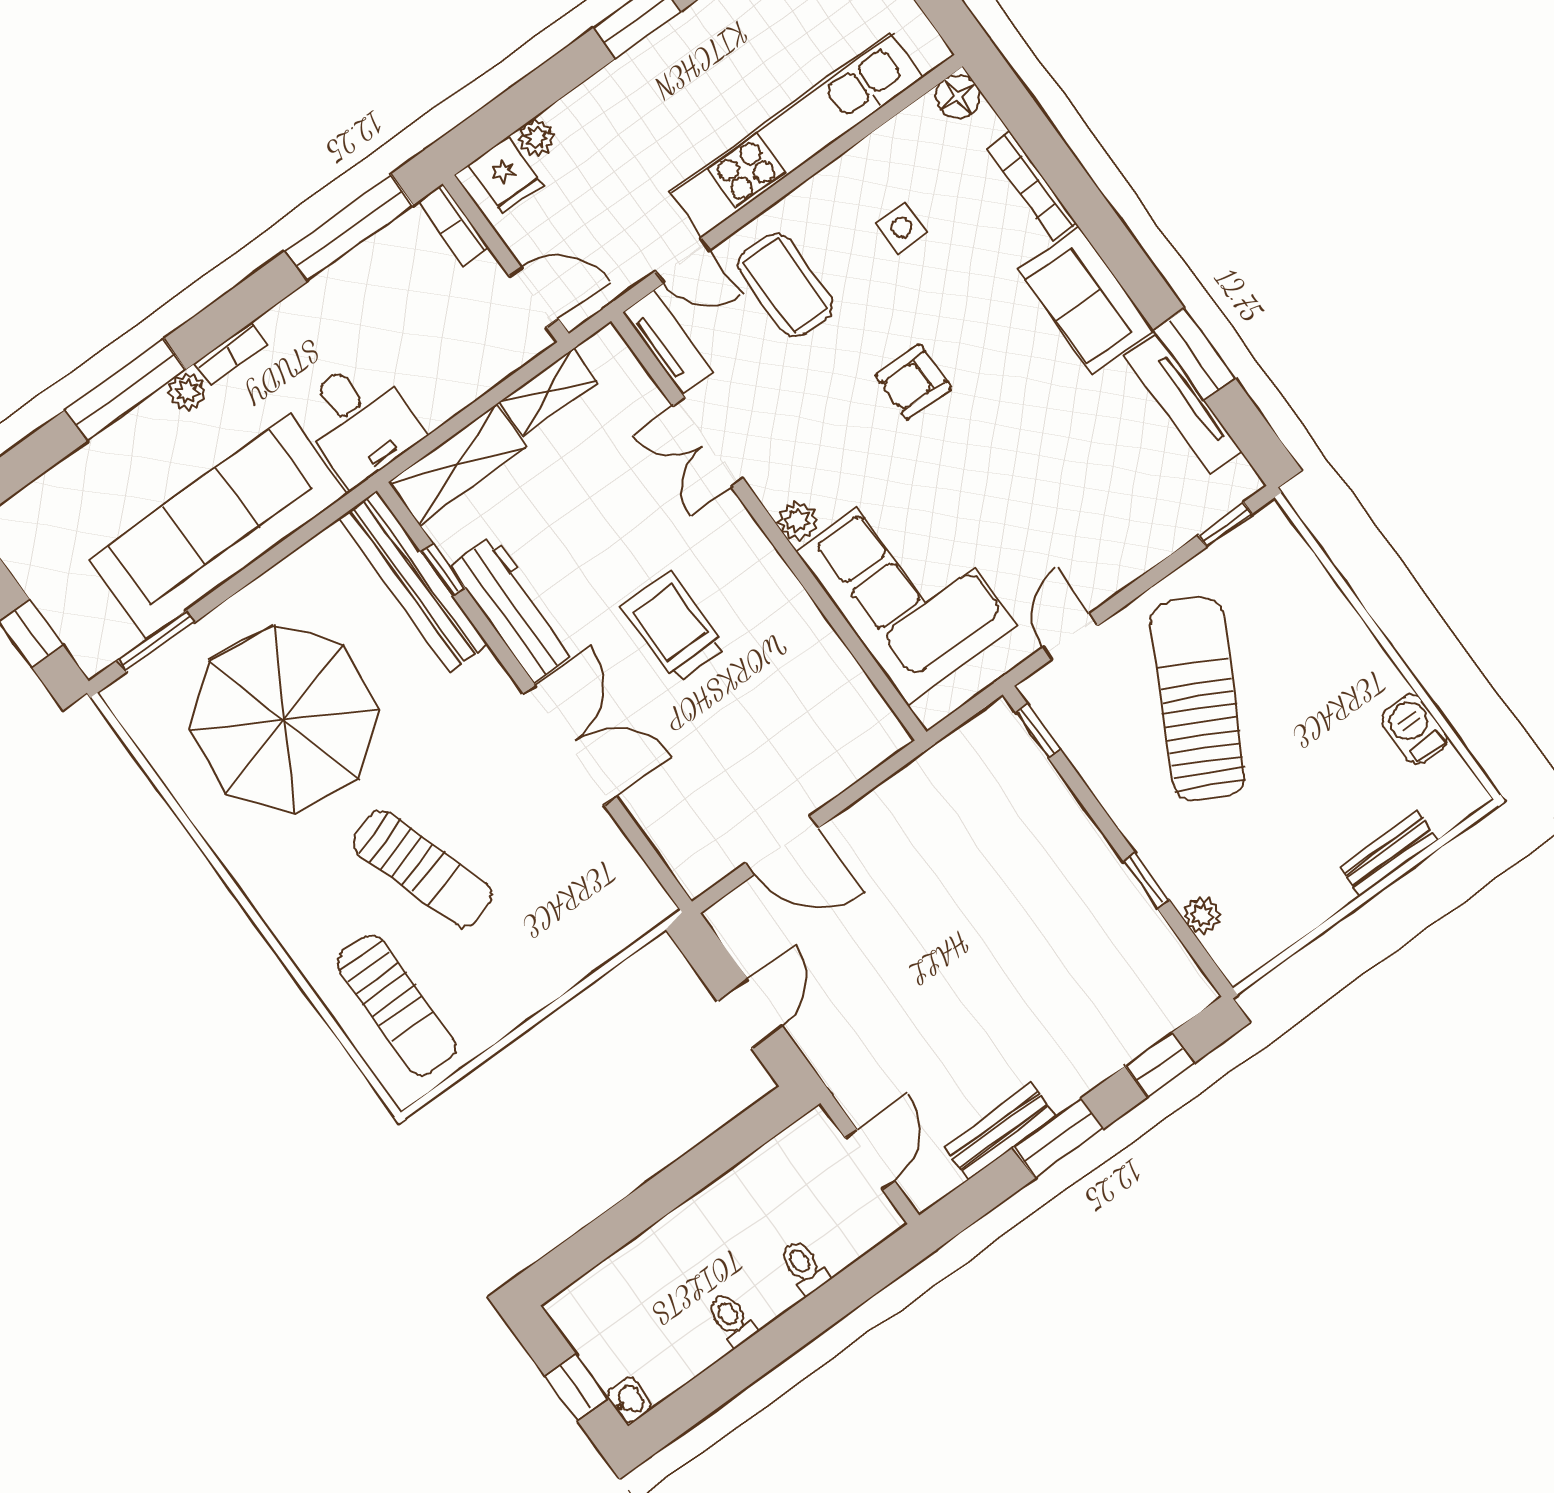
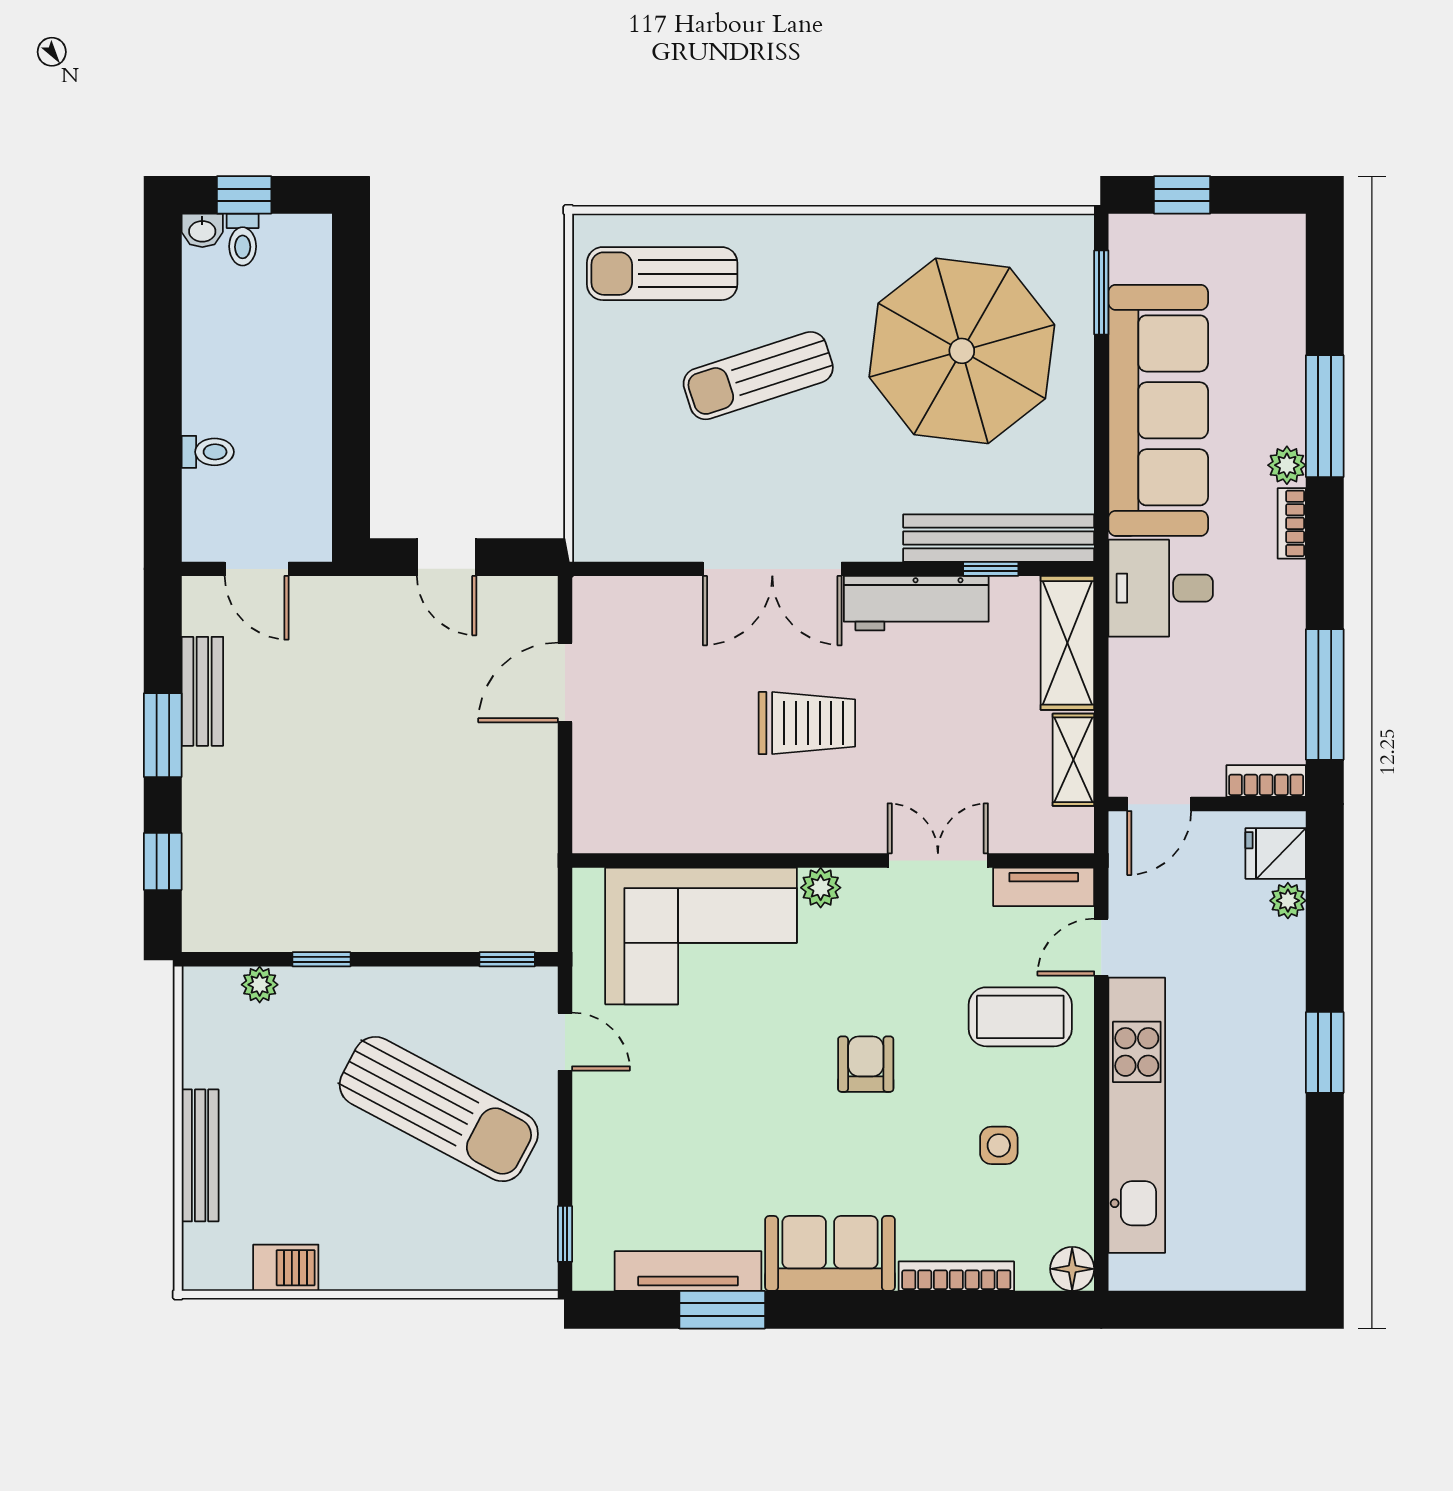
bench: (1388, 853) -> (200, 1155), width x1.36
toilet: (732, 1320) -> (243, 240), moved, turned 90

